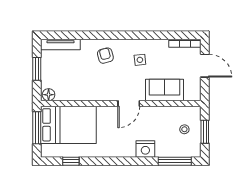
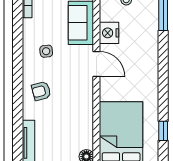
nightstand: (145, 149) -> (109, 33), moved, turned 180

